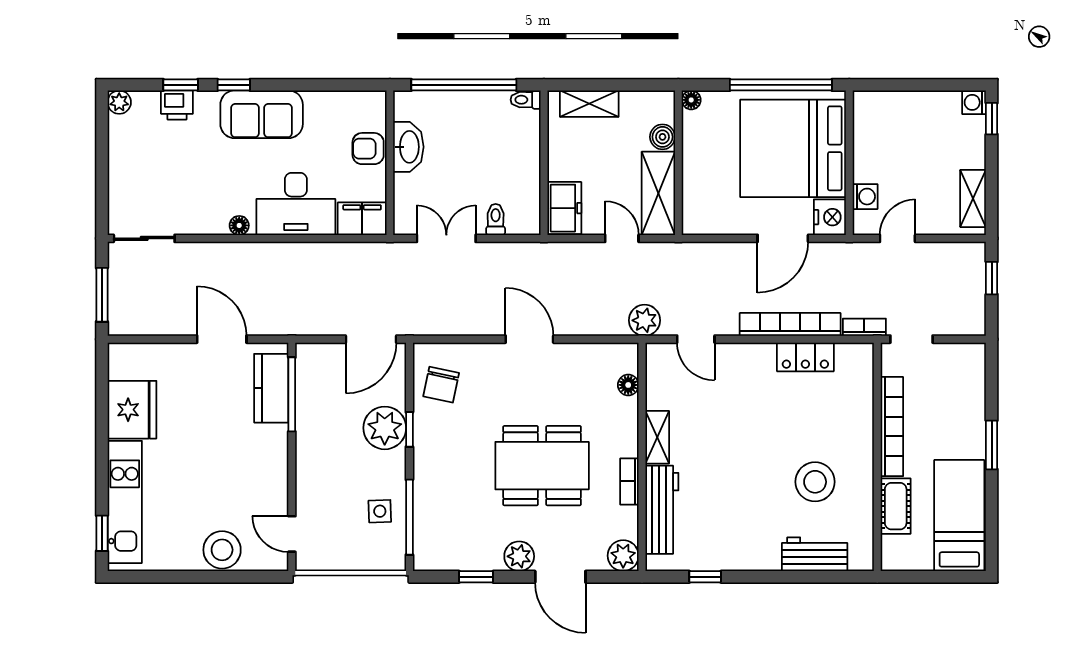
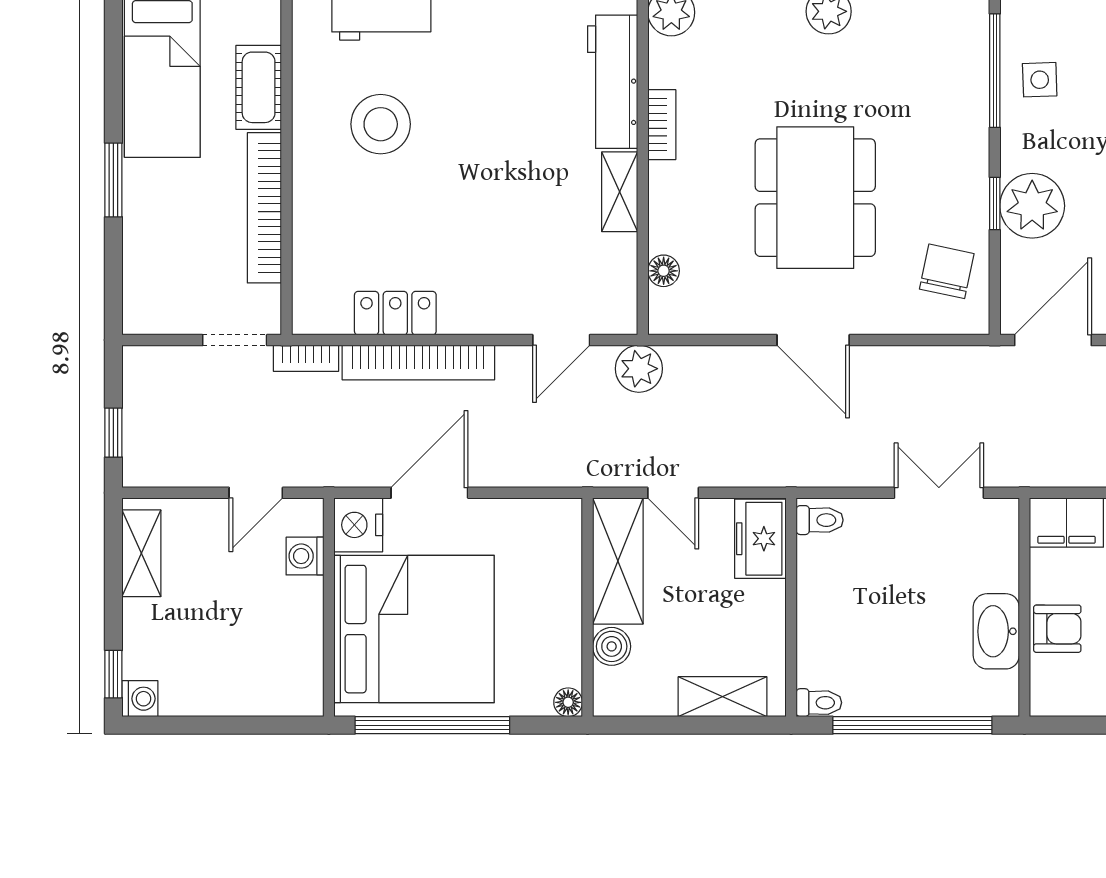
toilet: (496, 220) -> (820, 520), moved, turned -90
double door: (446, 238) -> (939, 493), swing flipped
door: (696, 339) -> (561, 340), swing flipped
dining table: (542, 466) -> (815, 198), moved, turned 90

